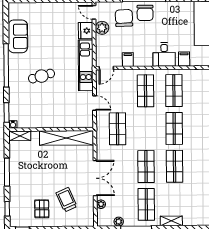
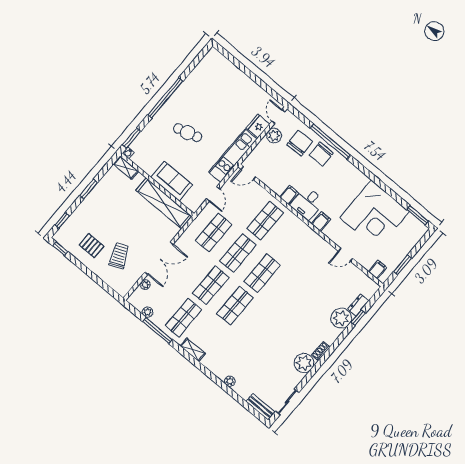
sofa: (18, 36) -> (172, 181), moved, turned -90
filing cabinet: (128, 60) -> (289, 195), moved
shop shelf: (174, 91) -> (238, 253), moved
window: (7, 172) -> (88, 189), width x0.69
pallet: (42, 209) -> (91, 246), turned 90

